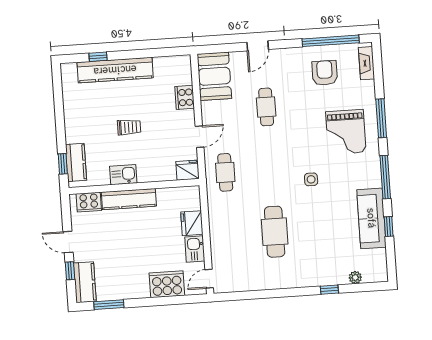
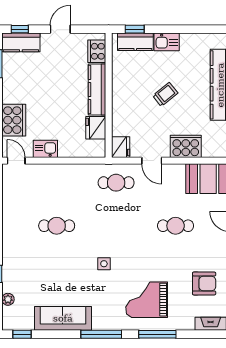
cooker: (185, 97) -> (186, 146), width x1.37, depth x1.31
trolley: (129, 127) -> (165, 94), turned -129
kitchen sink: (123, 175) -> (167, 42), moved, turned 90
fridge: (192, 223) -> (96, 128), moved, turned -90
window: (389, 226) -> (22, 334), moved
cafe table: (275, 232) -> (57, 226), width x0.73, depth x0.74
window: (70, 271) -> (20, 29), moved

